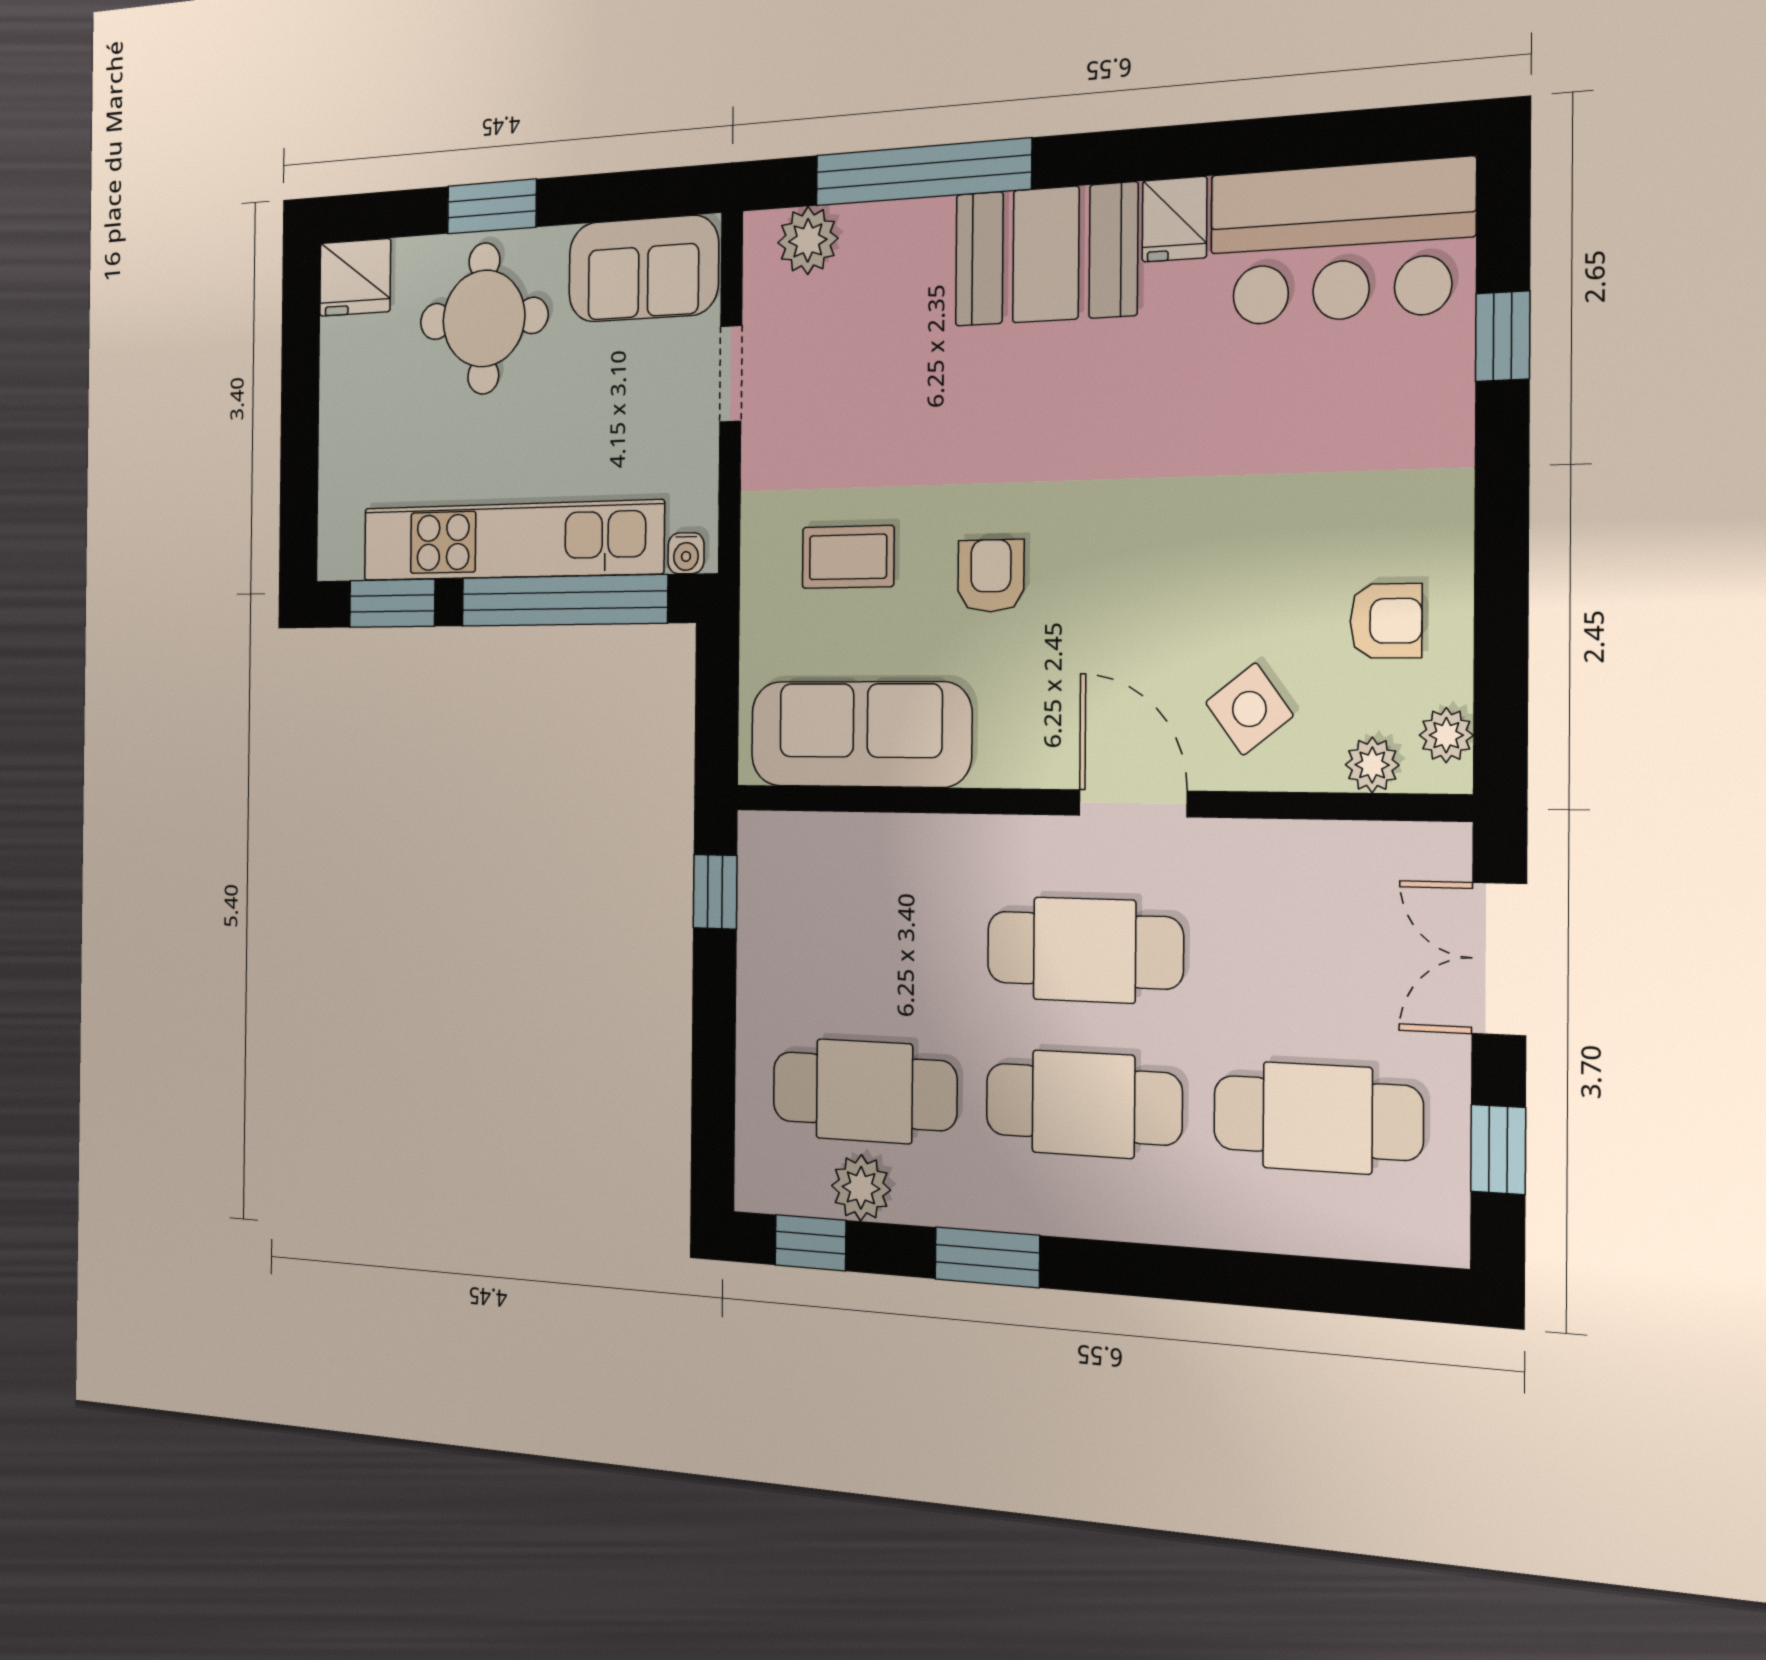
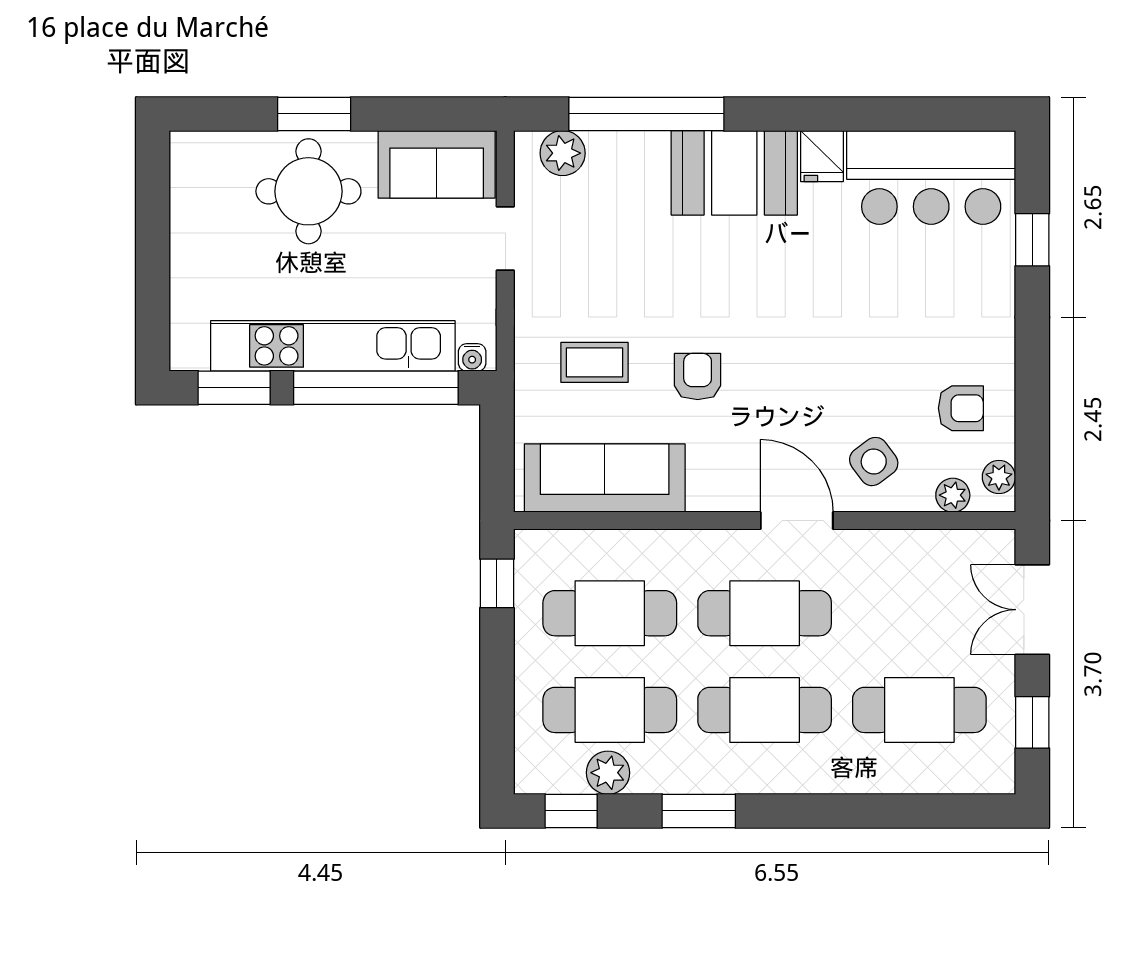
fridge: (355, 277) -> (199, 157), removed
cafe table: (865, 942) -> (610, 613), added

